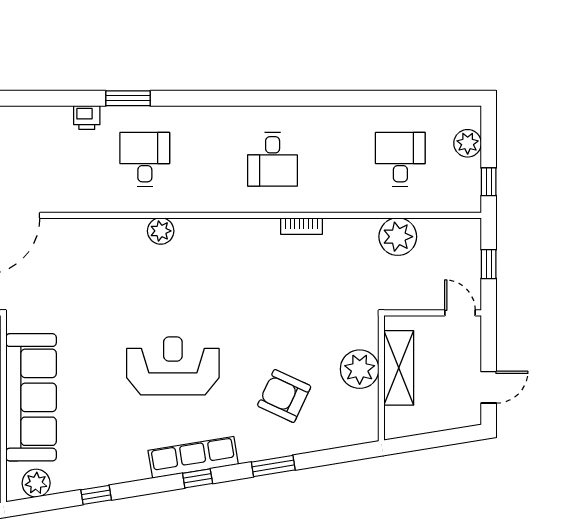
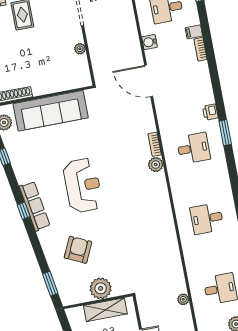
bookcase: (302, 226) -> (155, 144), moved
plant: (398, 237) -> (183, 299), width x0.53, depth x0.53
window: (273, 466) -> (50, 284), moved

